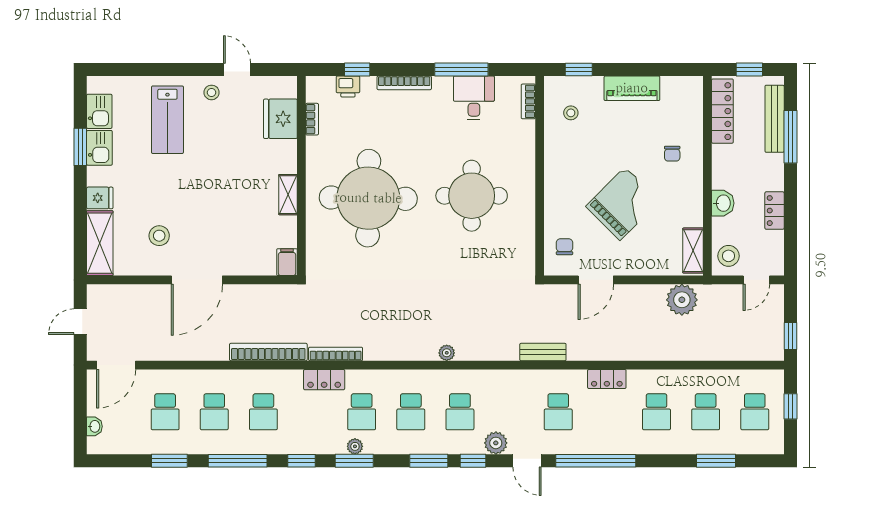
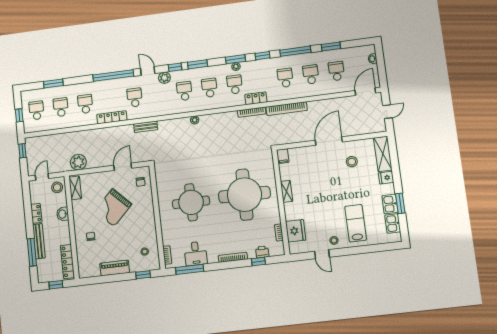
window: (461, 70) -> (190, 269), moved
bench: (775, 119) -> (39, 241), moved
locker: (607, 379) -> (112, 117), width x1.53

